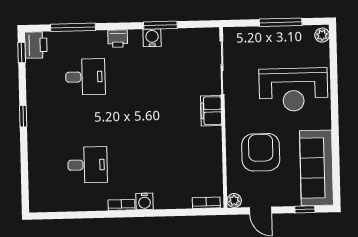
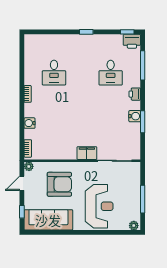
reception desk: (293, 90) -> (99, 206), turned 180
water cooler: (145, 201) -> (30, 123), moved

